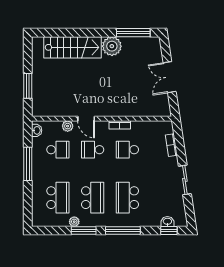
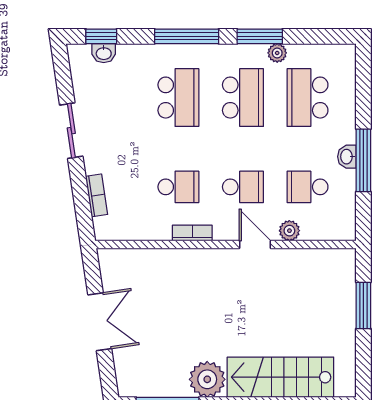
washbasin: (37, 130) -> (347, 157), moved
school desk: (93, 198) -> (243, 98), turned 180

